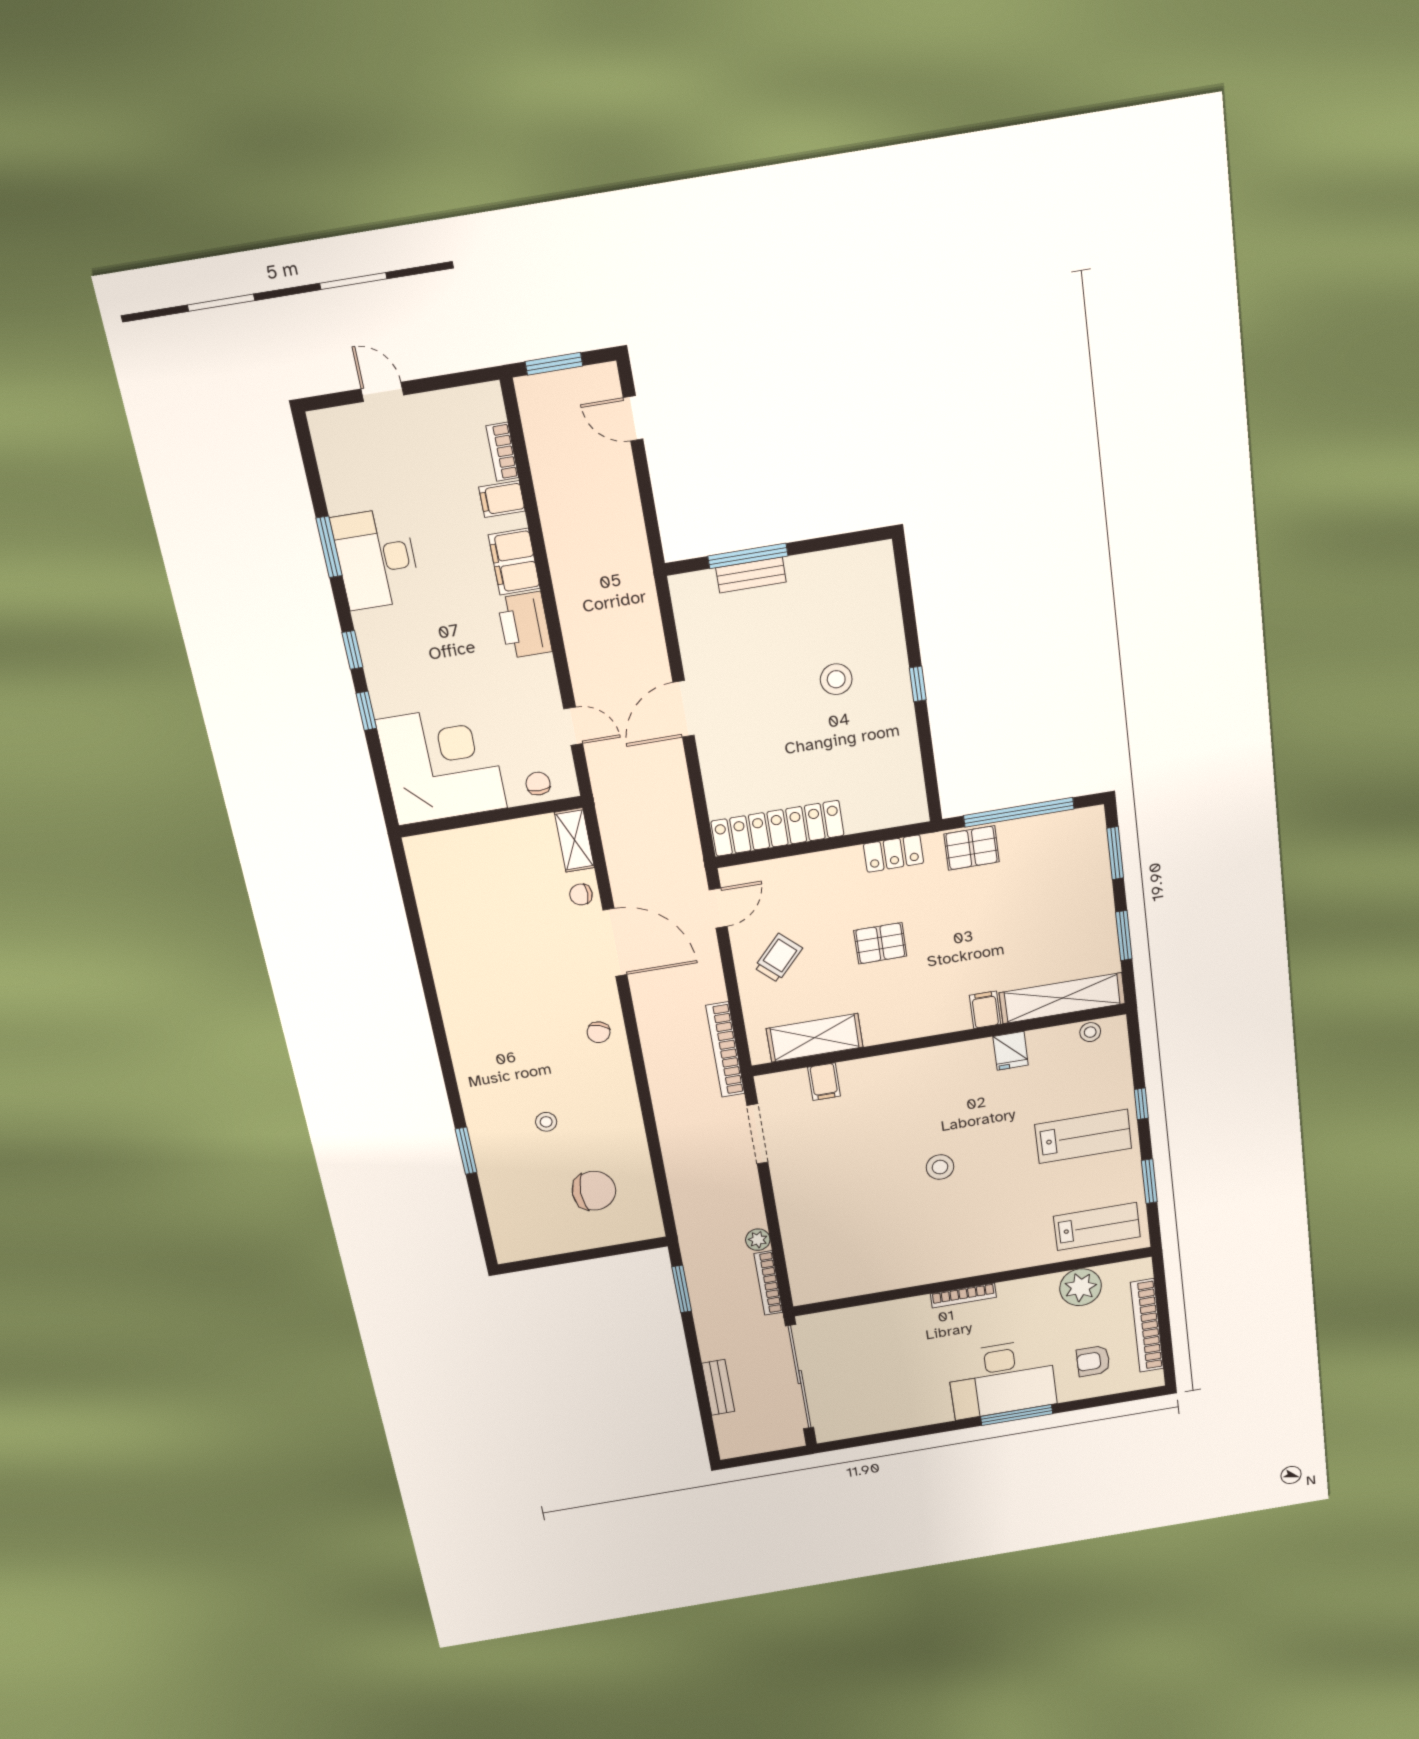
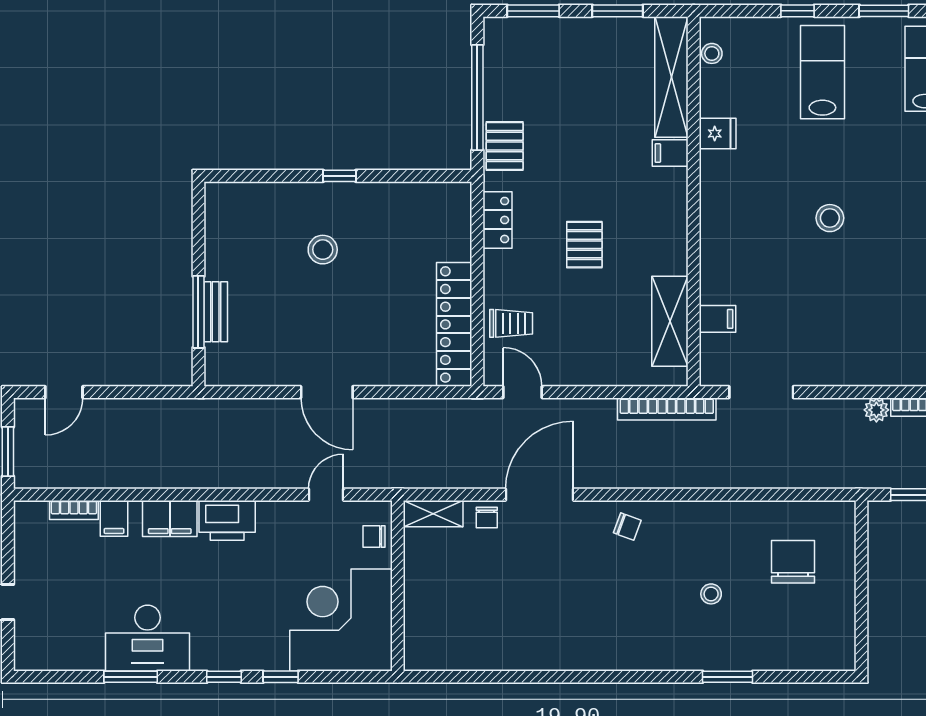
trolley: (778, 958) -> (511, 323), moved, turned 137

